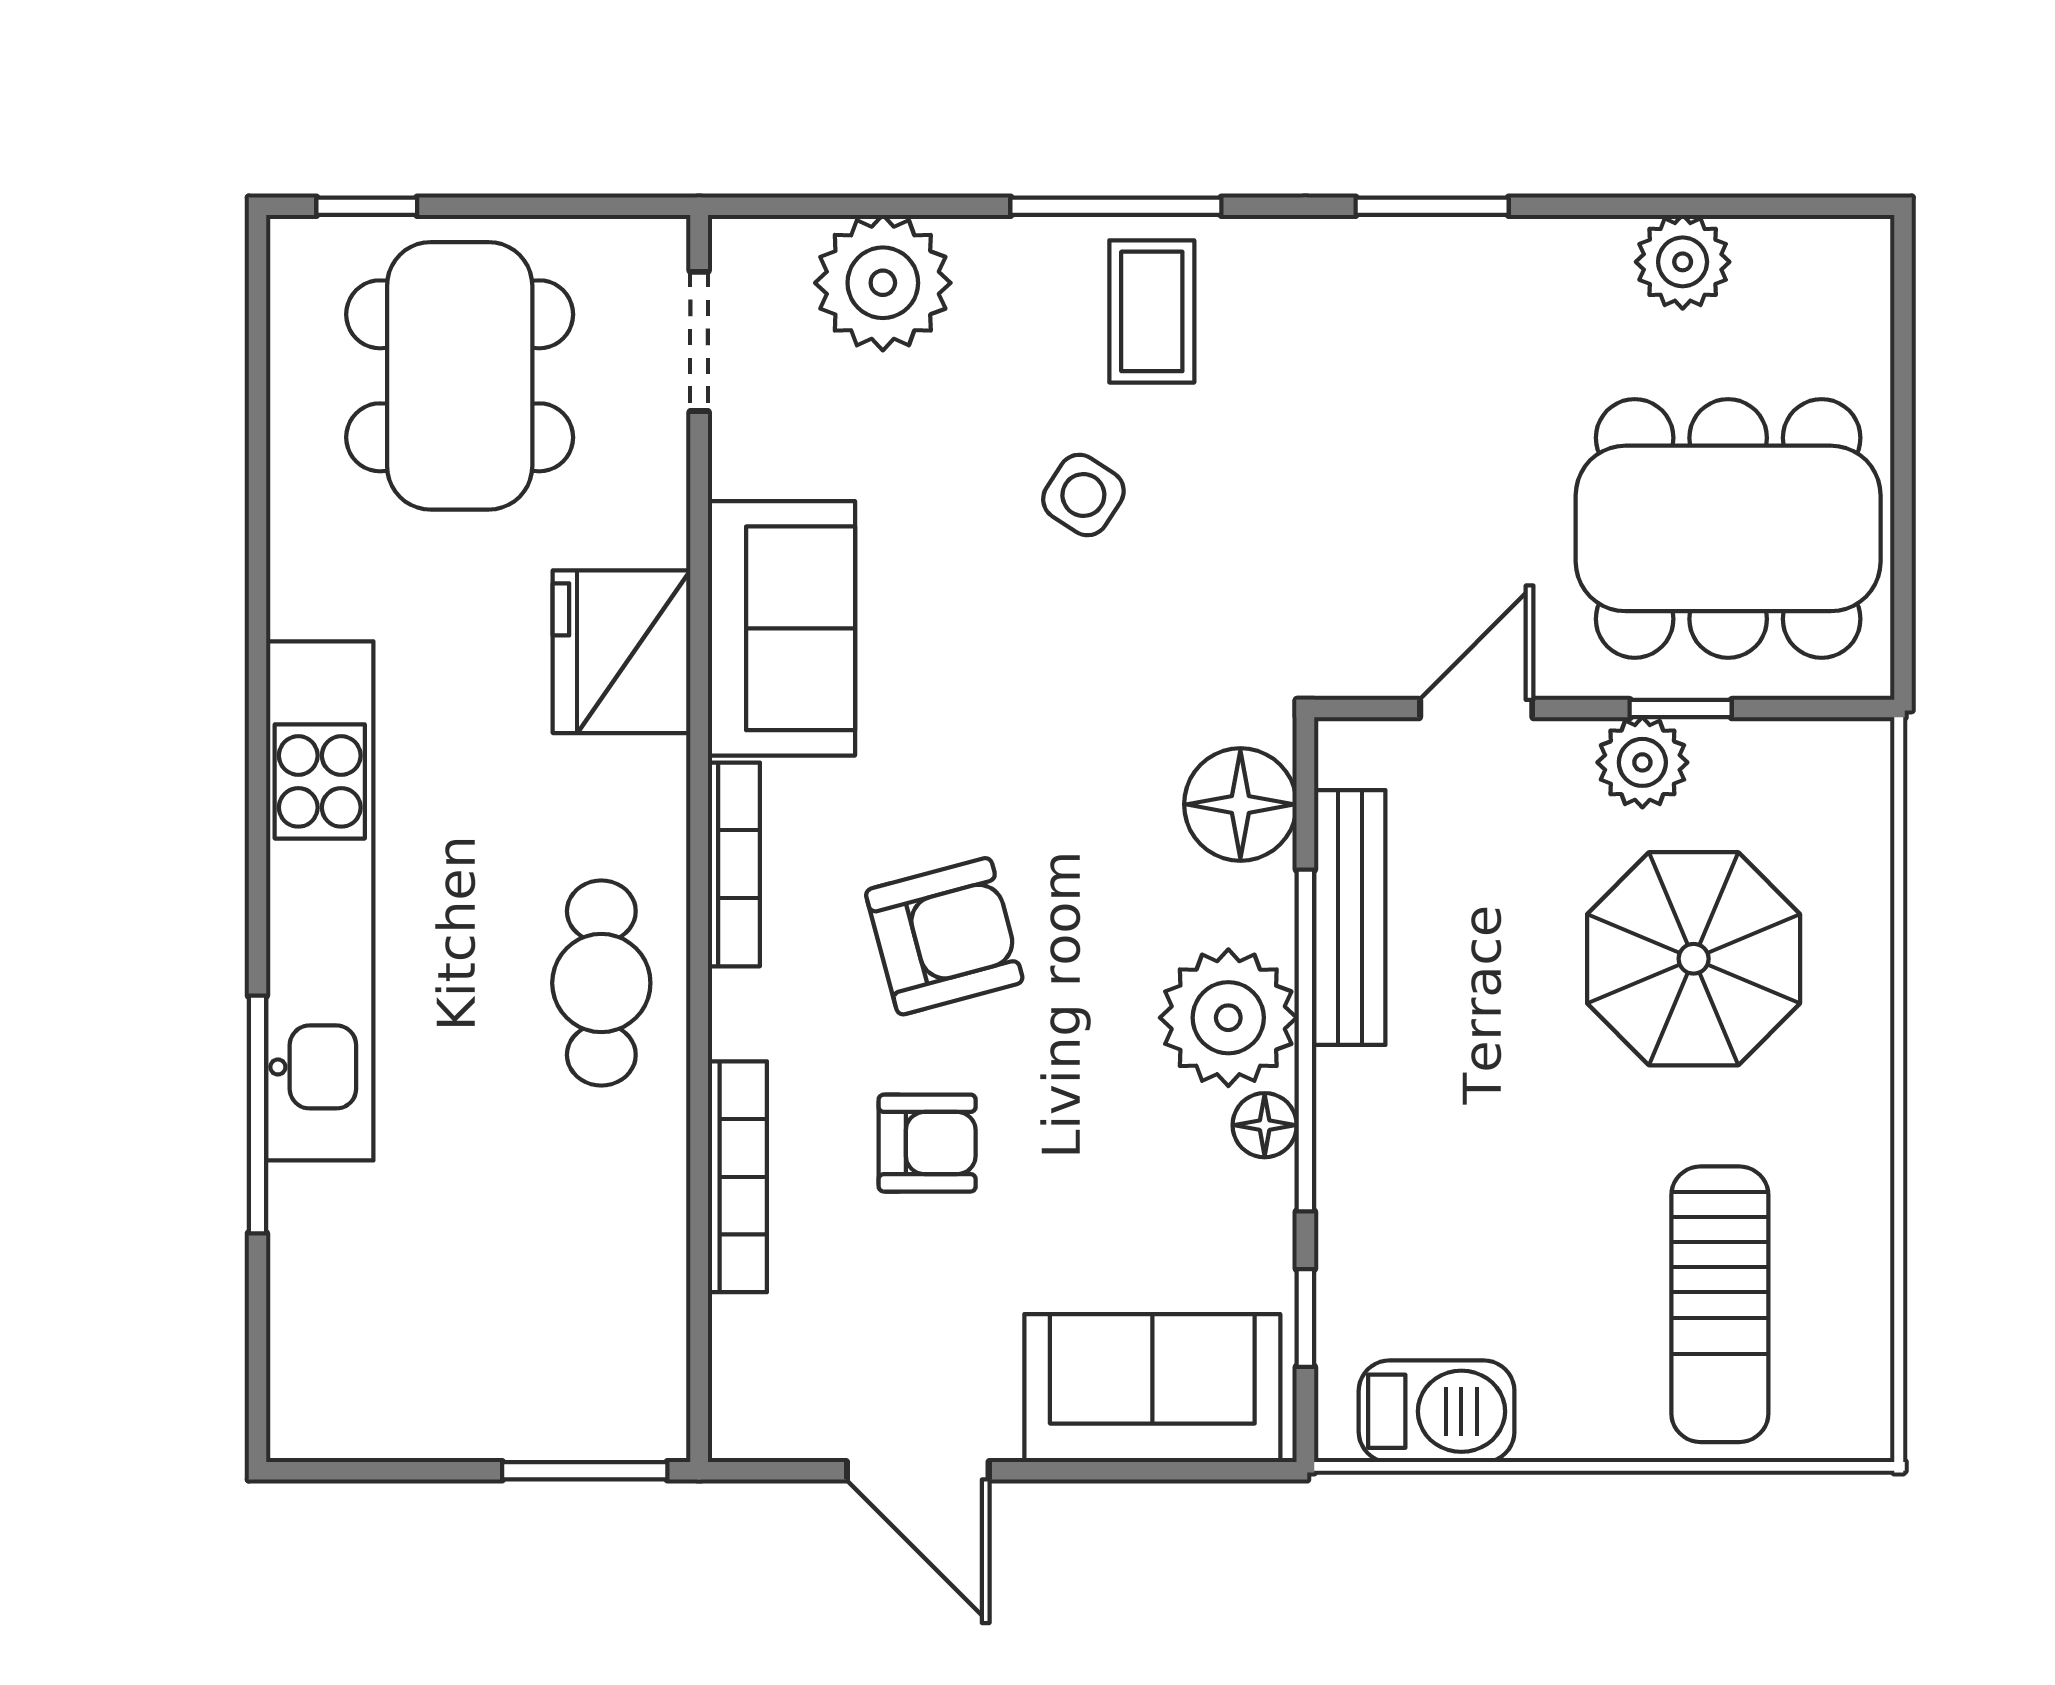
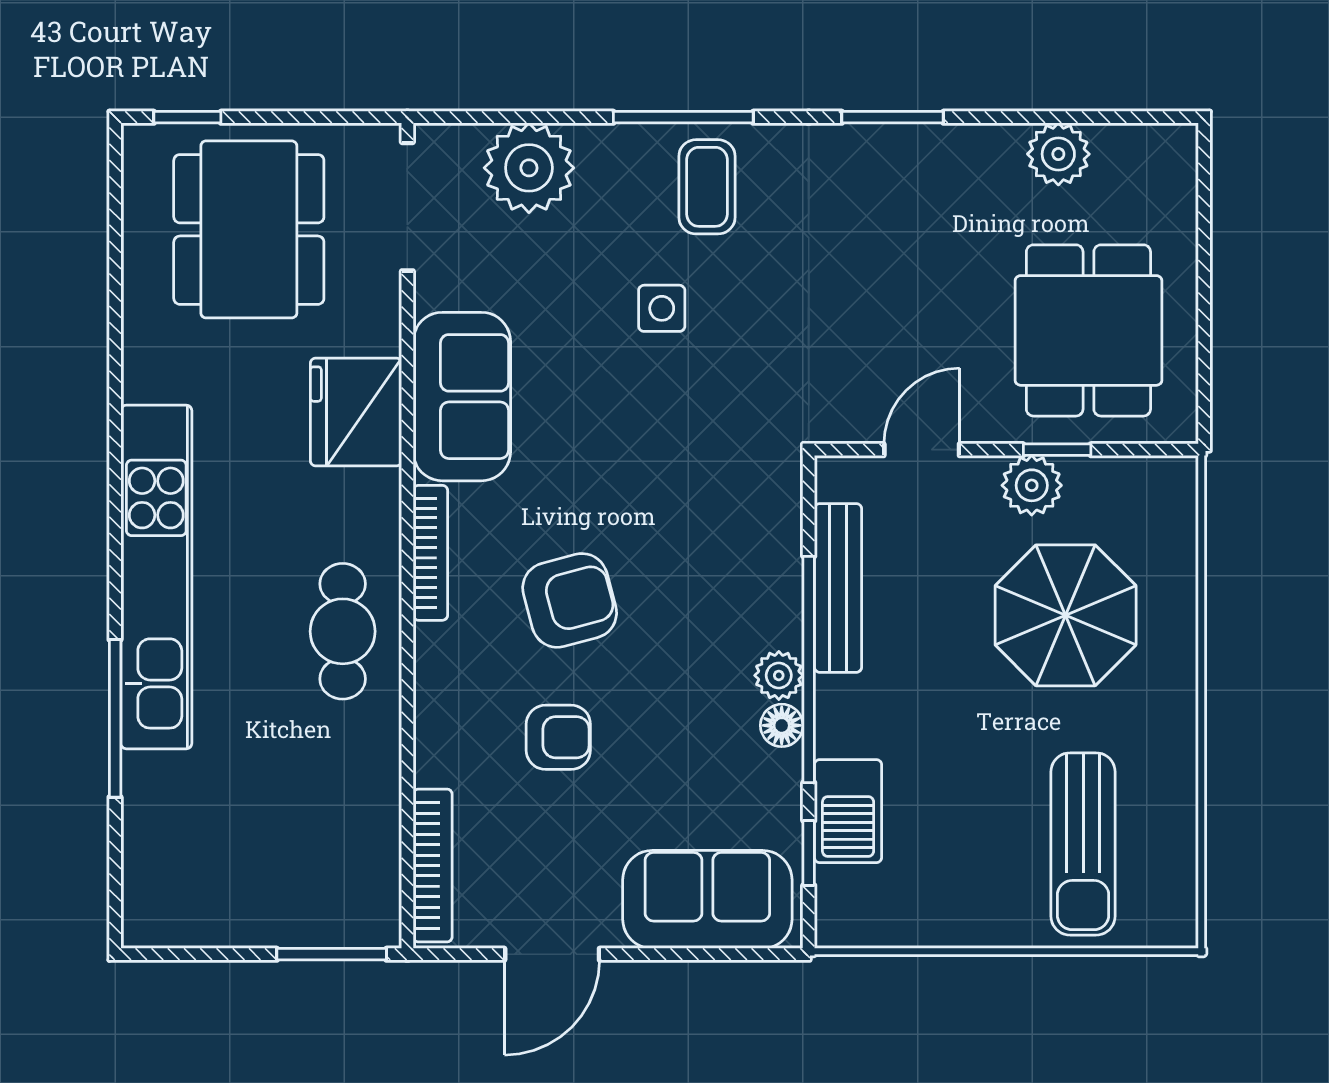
doorway: (699, 341) -> (407, 207), width x1.38
side table: (1083, 495) -> (662, 308), turned -33
dining table: (1728, 528) -> (1088, 330), width x0.73
floor lamp: (1240, 804) -> (766, 513), removed
plant: (1228, 1018) -> (779, 675), width x0.53, depth x0.53
bookcase: (737, 1177) -> (433, 866), moved
barbecue: (1437, 1411) -> (848, 811), moved, turned 90
door: (918, 1471) -> (552, 954), hinge flipped

